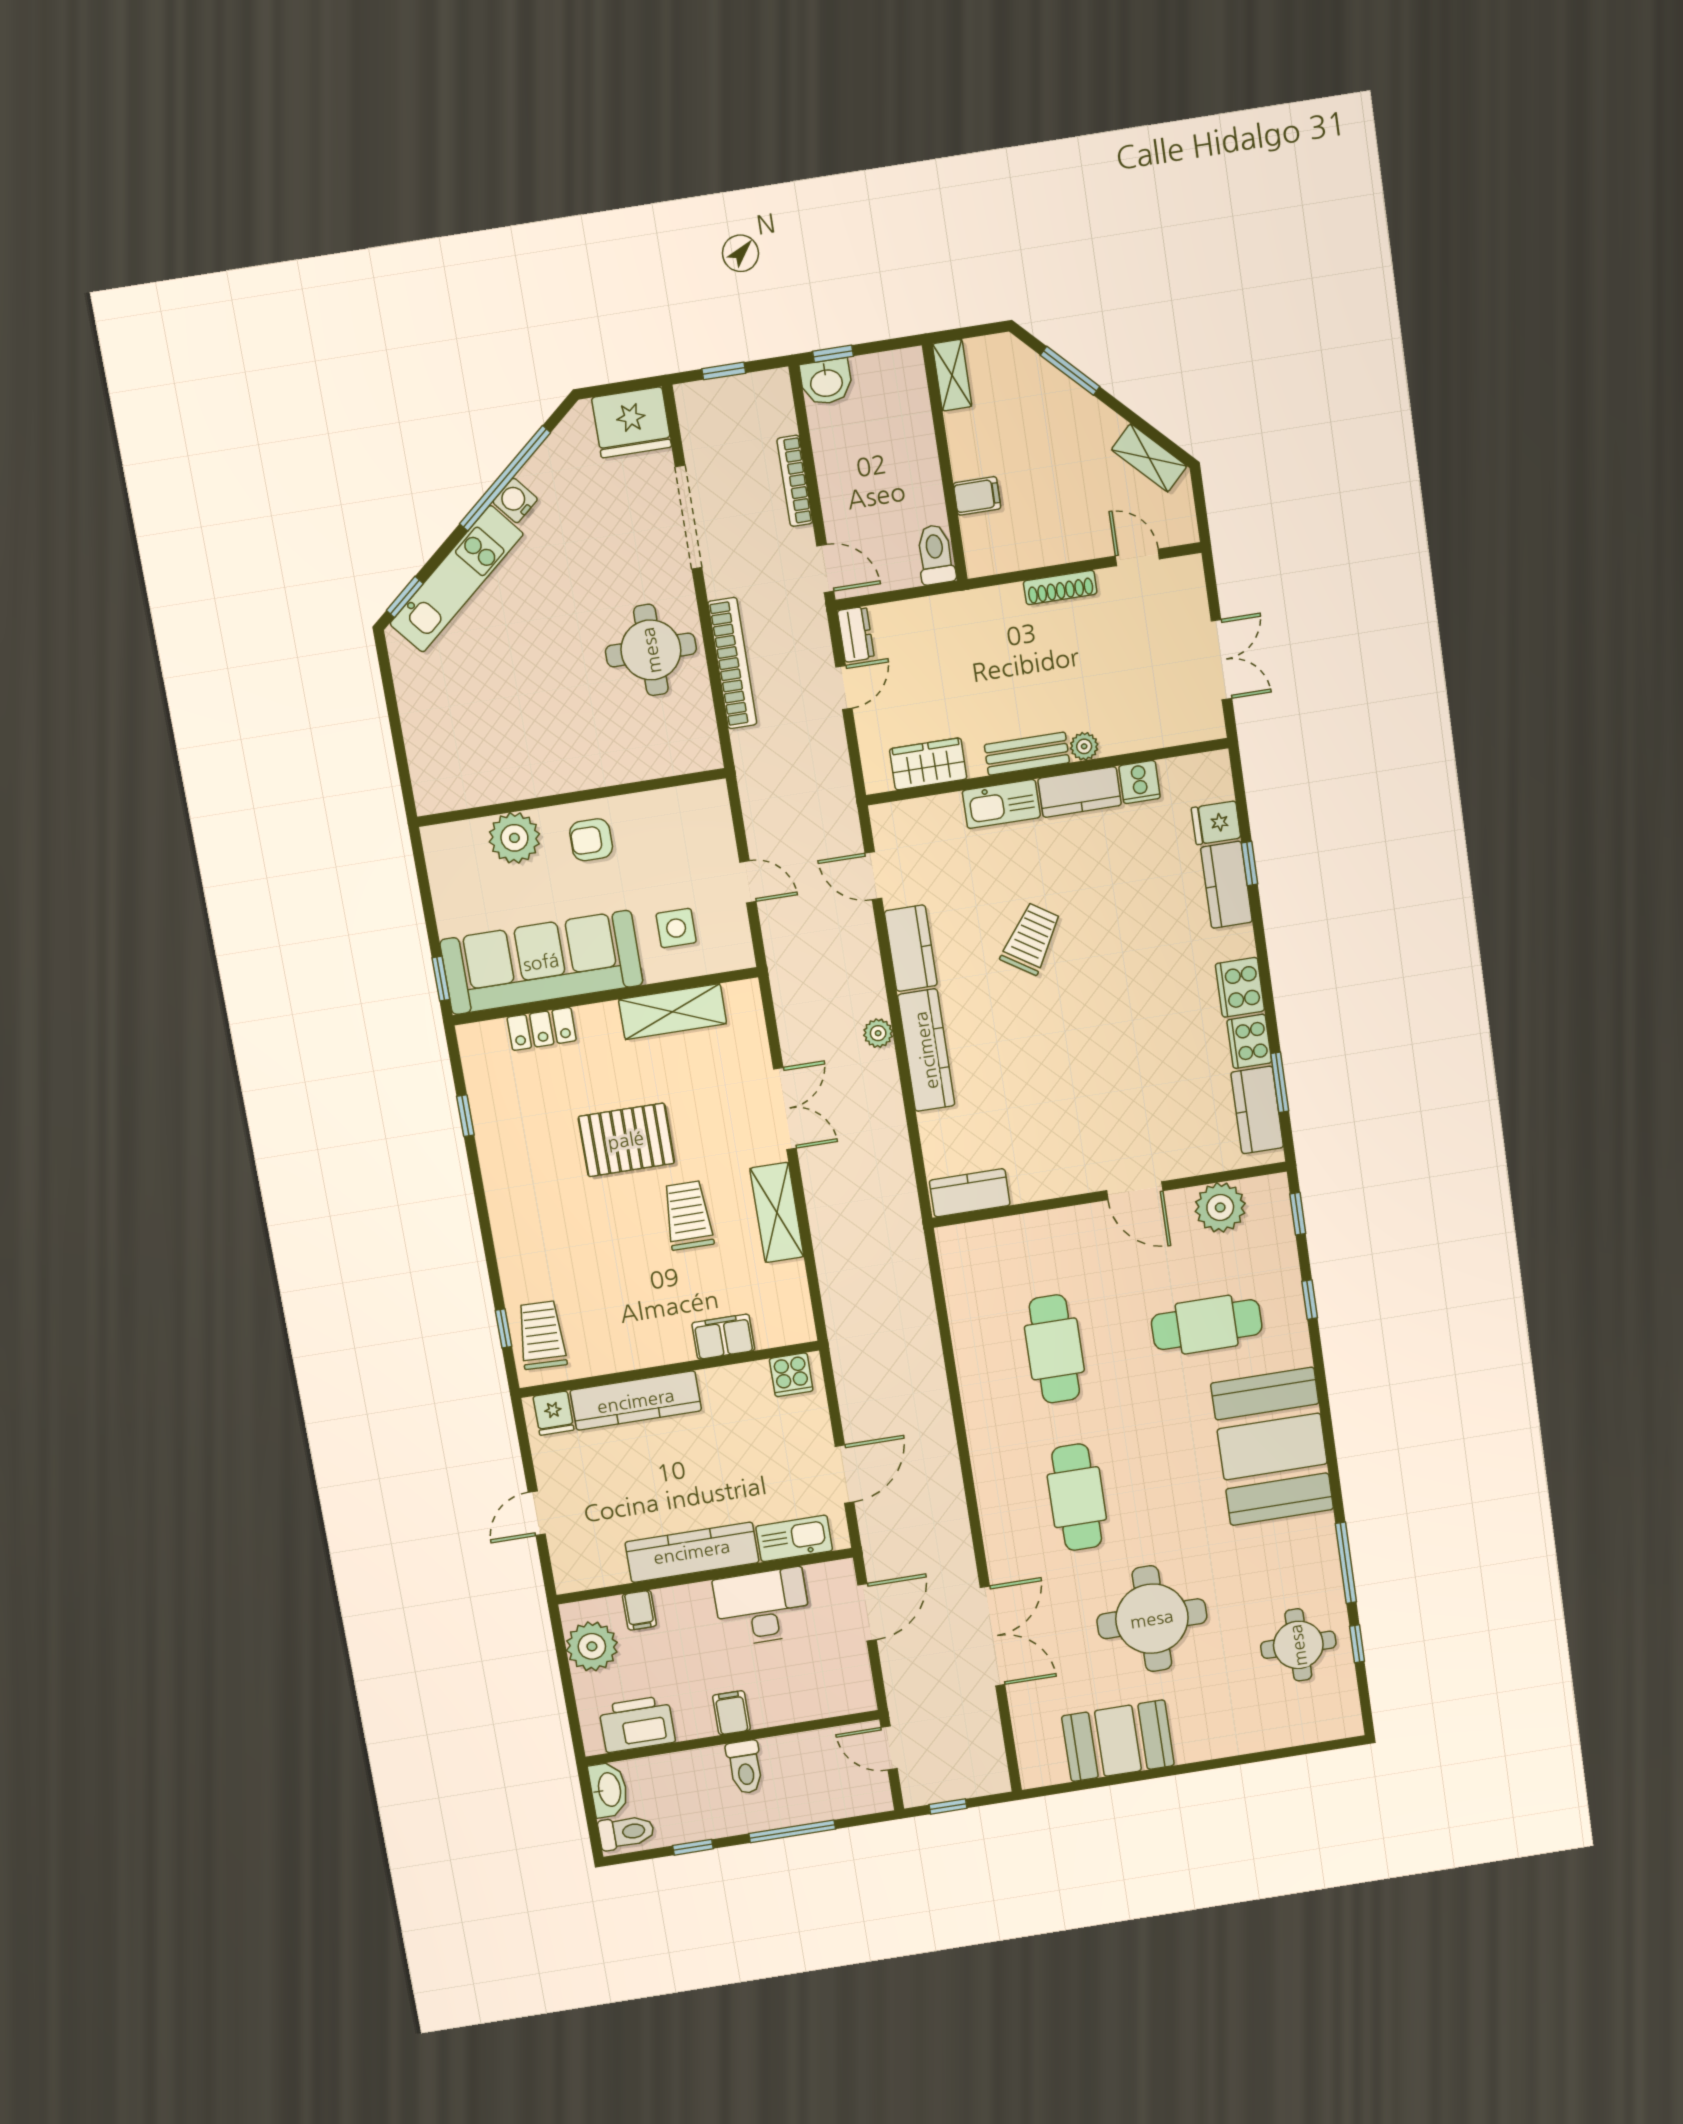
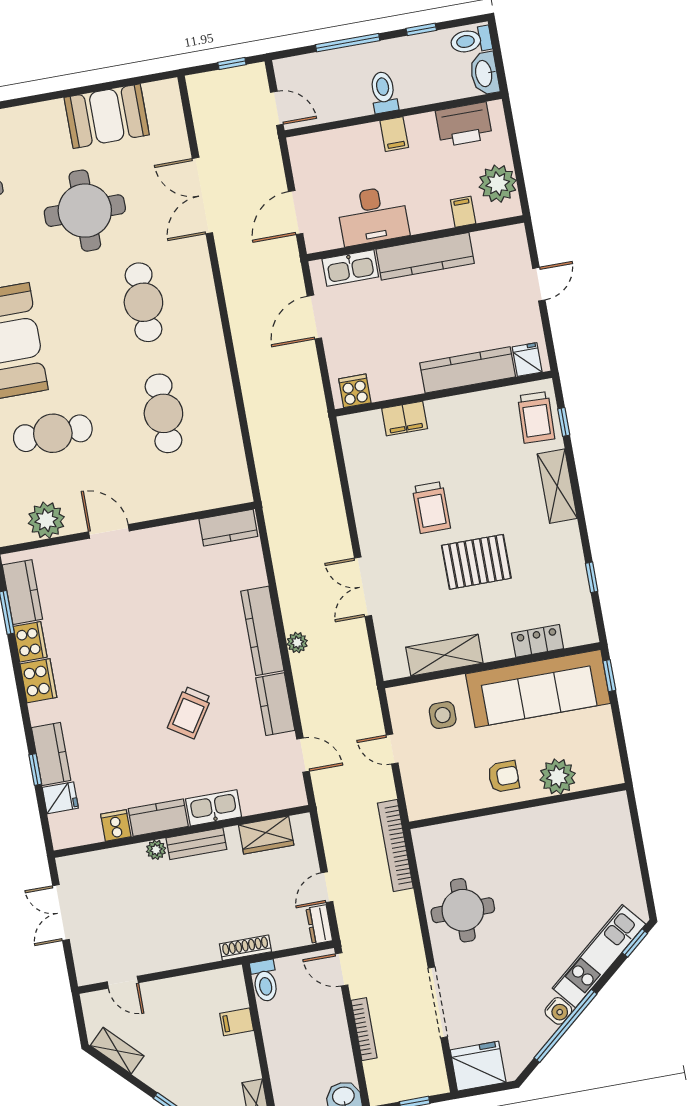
shoe rack: (1060, 587) -> (245, 948), moved
bookcase: (732, 663) -> (395, 845), moved
shelving: (777, 1213) -> (557, 486), moved

